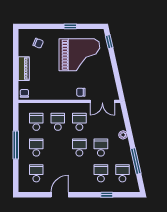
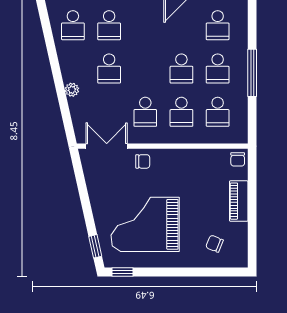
window: (70, 26) -> (122, 272), moved
school desk: (79, 148) -> (181, 69), moved
window: (136, 161) -> (51, 46), removed

